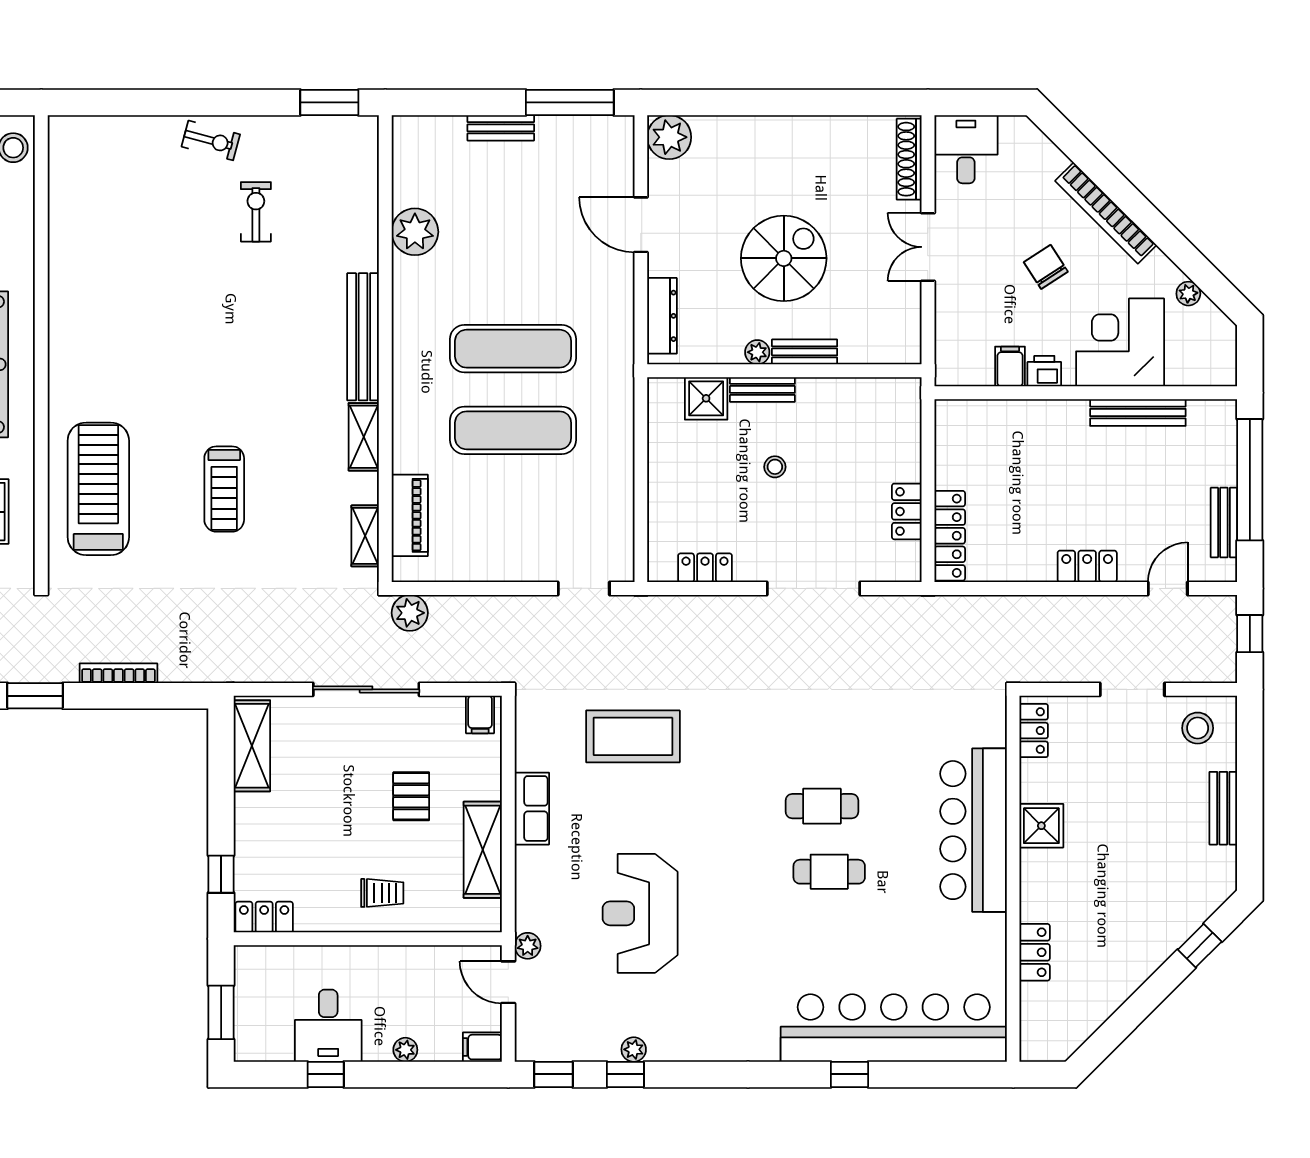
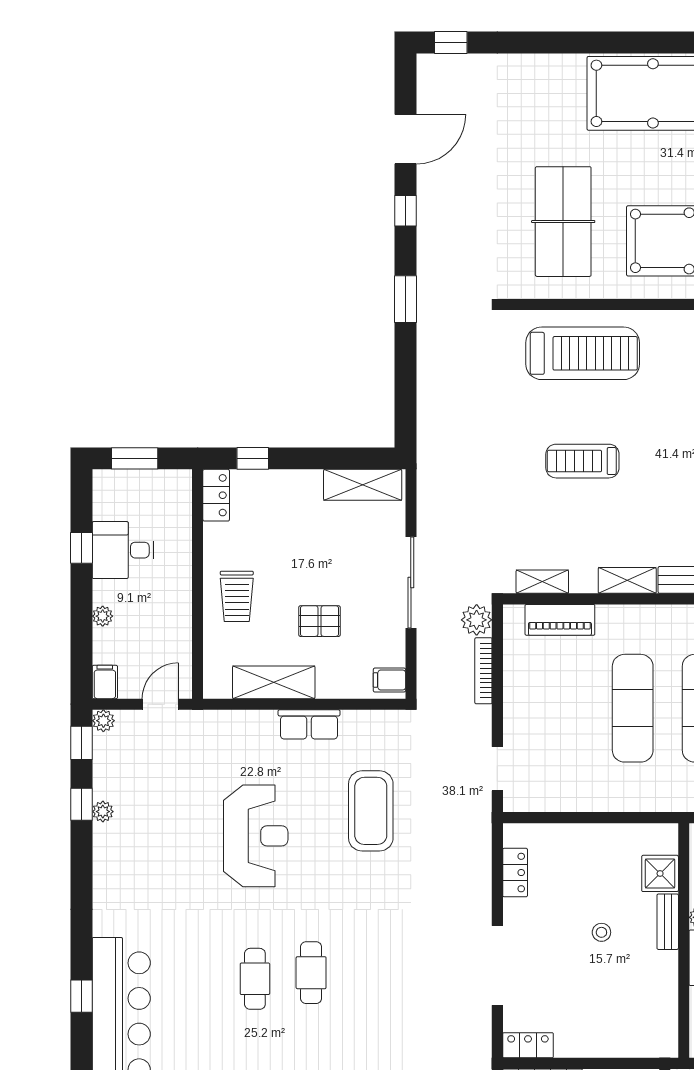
locker: (907, 511) -> (528, 1045), moved
bookcase: (118, 673) -> (483, 671), moved, turned 180
trolley: (382, 893) -> (237, 596), width x1.36, depth x1.39
reception desk: (640, 913) -> (256, 836), moved, turned 90
plant: (528, 946) -> (103, 721), moved

